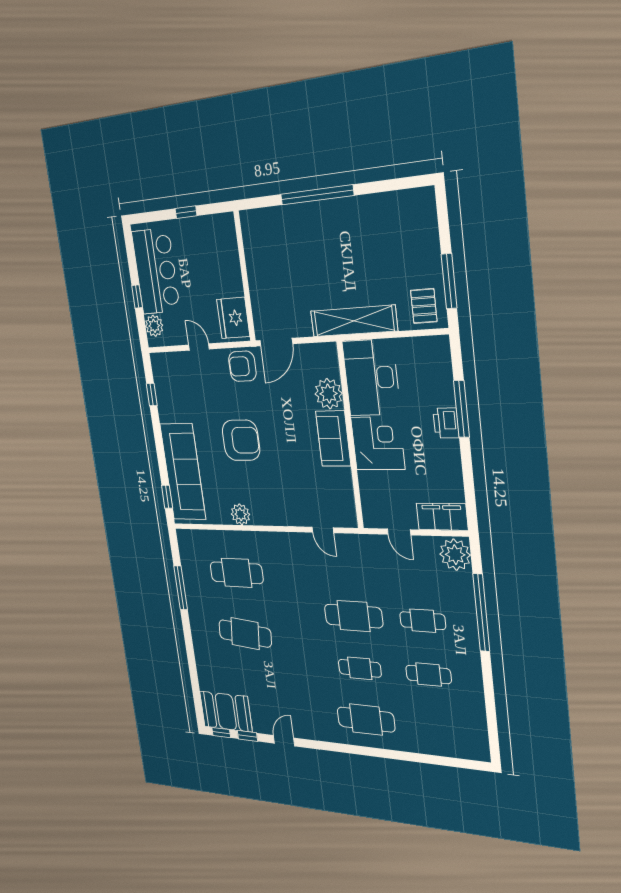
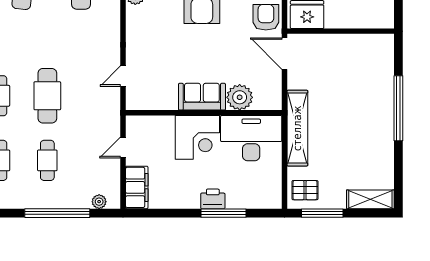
shelving: (426, 219) -> (370, 199), added
plant: (455, 555) -> (99, 202), width x0.53, depth x0.53

